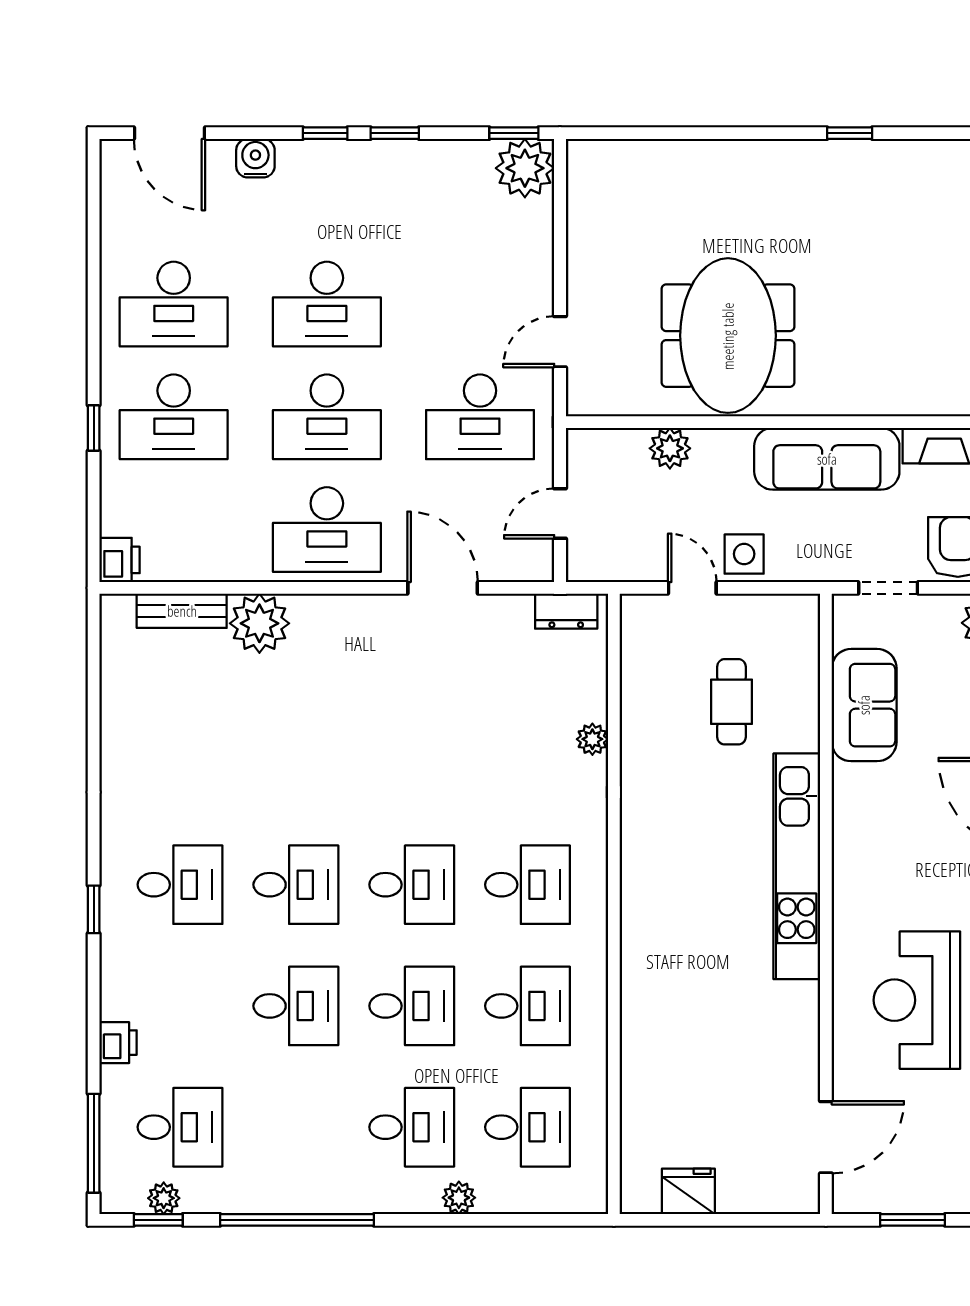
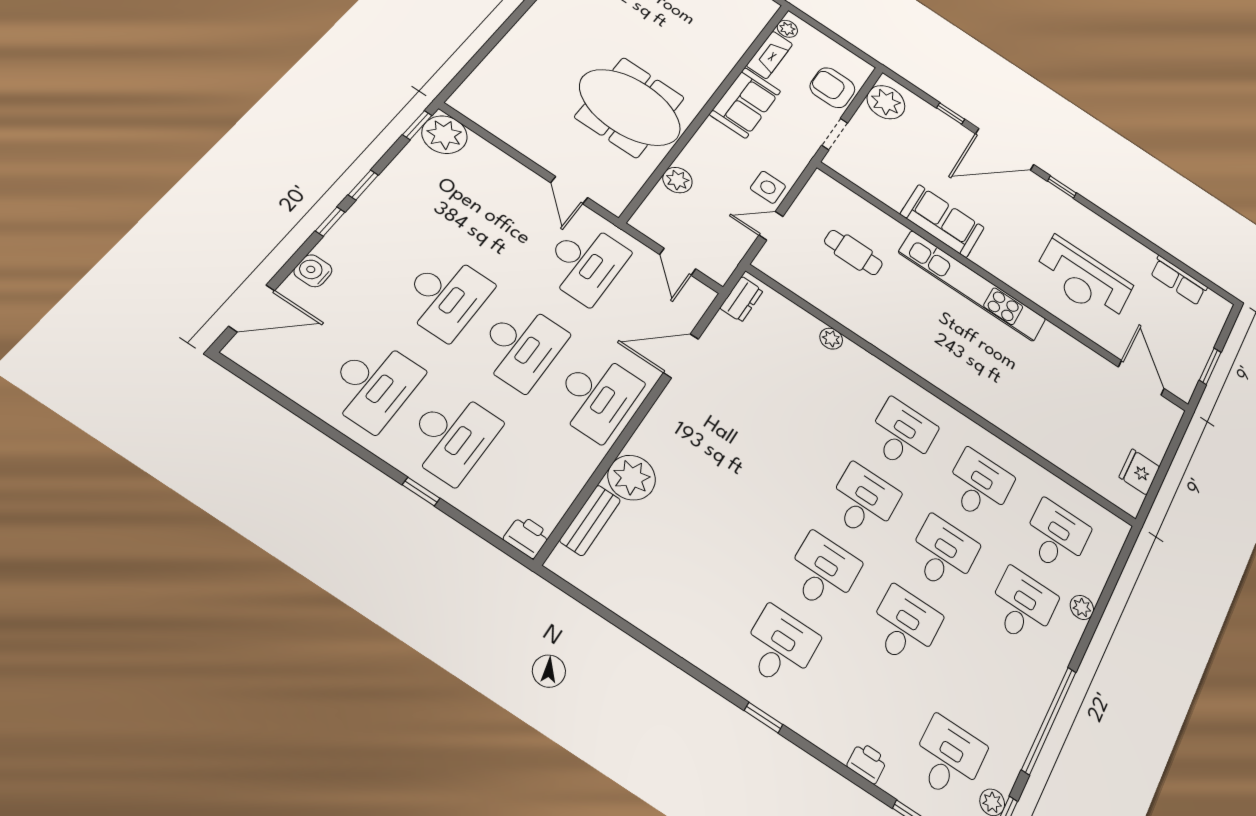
sofa: (827, 459) -> (745, 103), width x0.73
sofa: (864, 705) -> (942, 221), moved

